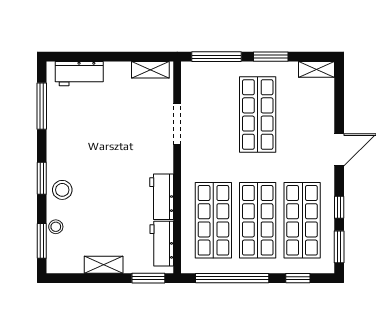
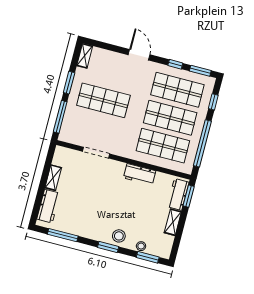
shelving: (150, 70) -> (53, 178), moved
workbench: (162, 244) -> (178, 194), moved, turned 90

